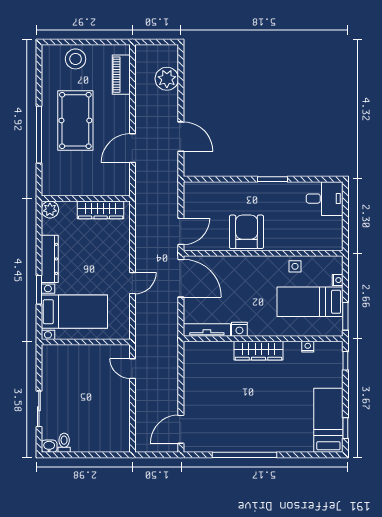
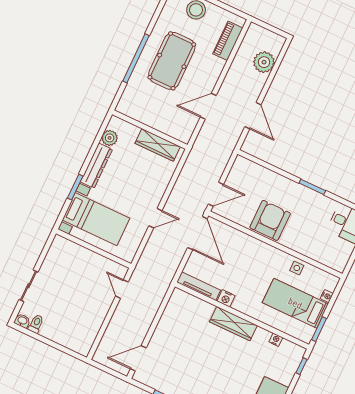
plant: (50, 210) -> (110, 138), moved

